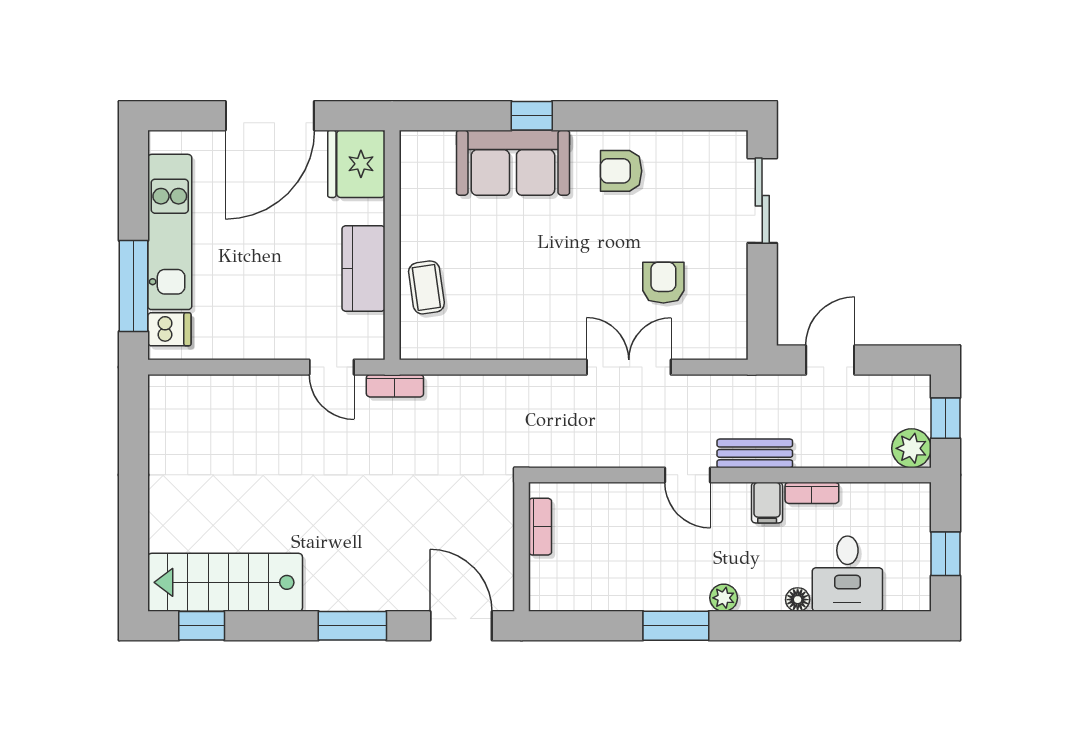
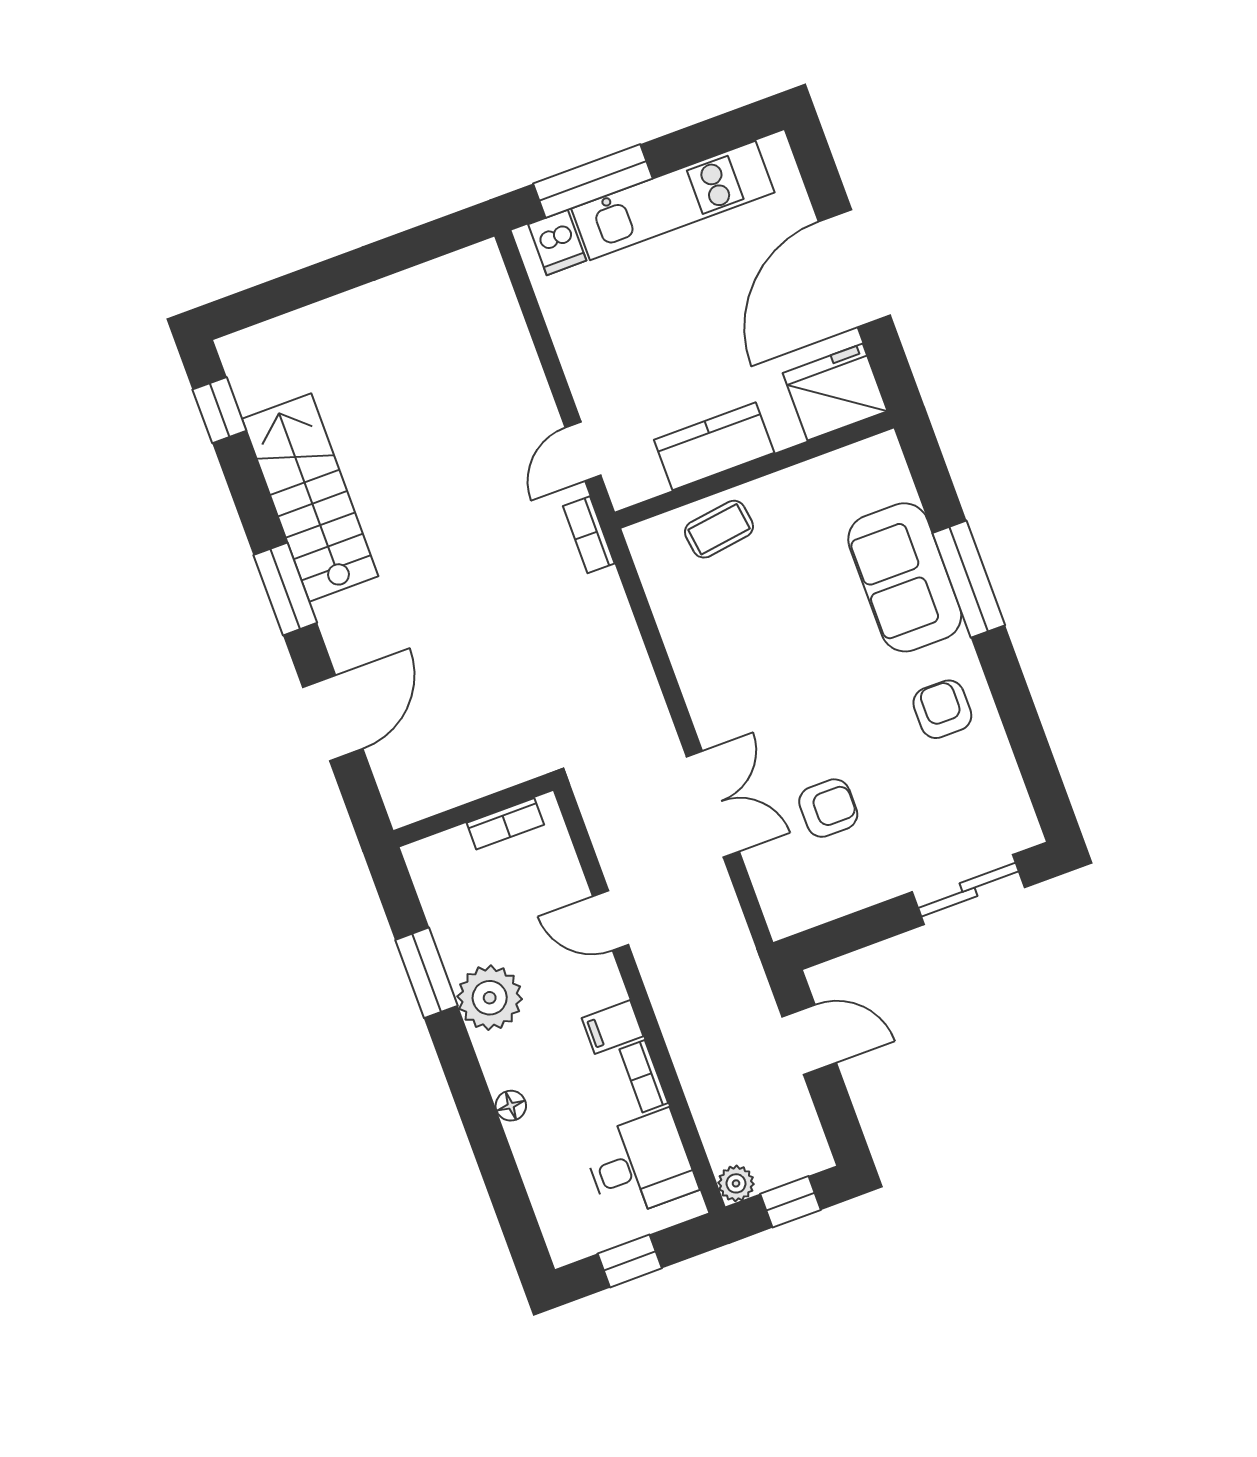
door: (270, 116) -> (854, 268), hinge flipped
window: (532, 116) -> (969, 579), width x2.17
plant: (912, 448) -> (736, 1183), width x0.73, depth x0.73
bench: (755, 453) -> (665, 991), removed
door: (687, 475) -> (611, 921), hinge flipped
bookcase: (540, 527) -> (505, 824), moved
wall: (521, 547) -> (473, 811), moved
desk: (847, 574) -> (640, 1165), moved, turned 180
stairs: (225, 582) -> (310, 497), moved
plant: (724, 598) -> (490, 998), width x1.88, depth x1.88

